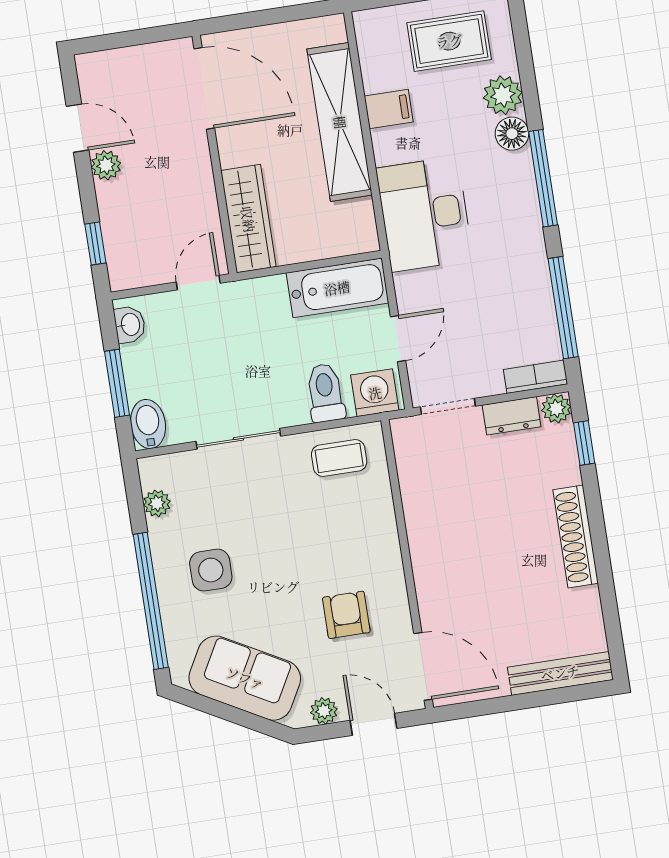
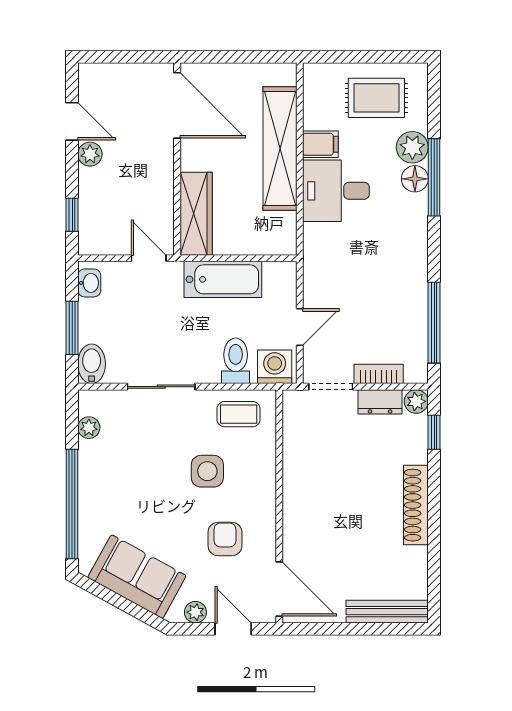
window: (543, 178) -> (434, 177), moved
desk: (425, 214) -> (336, 191), moved, width x0.73
door: (198, 283) -> (149, 258), hinge flipped
bathtub: (337, 288) -> (223, 279), moved
bookcase: (535, 377) -> (379, 374), moved
side table: (211, 570) -> (207, 471), moved

